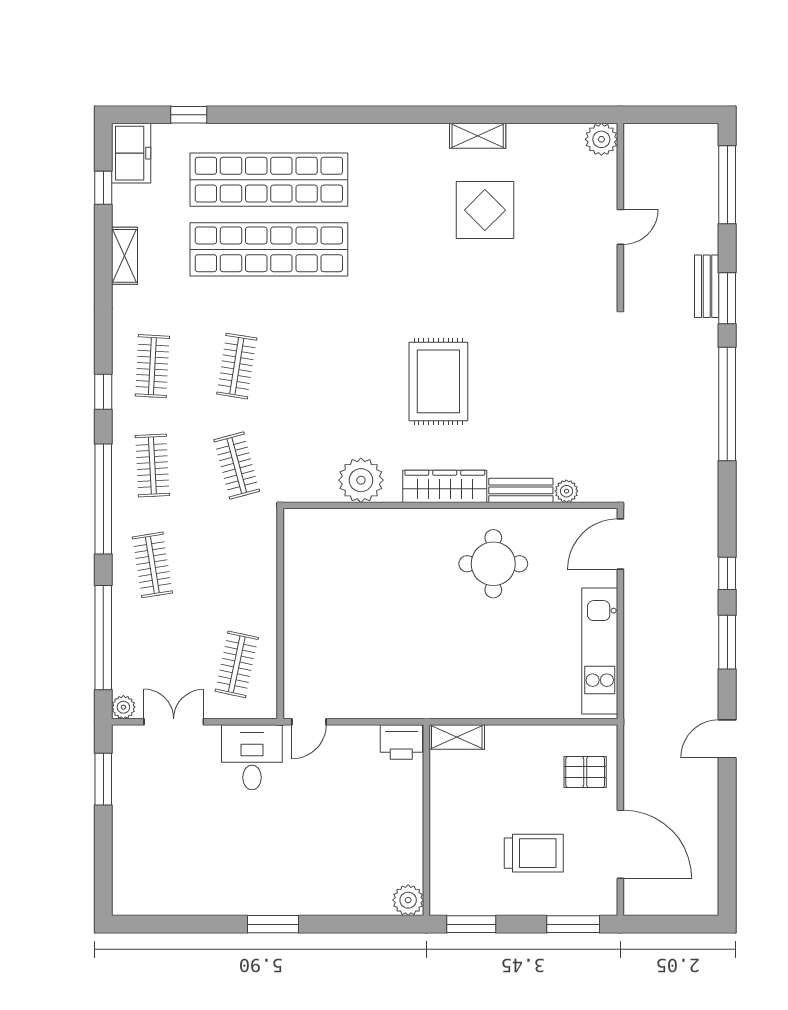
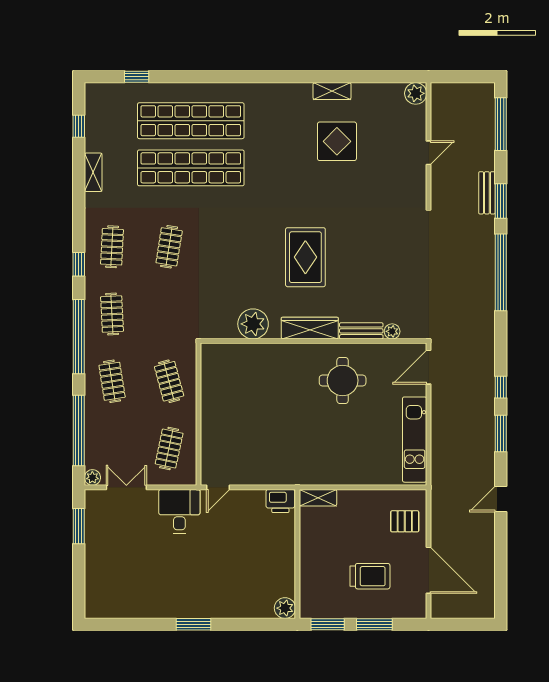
freezer: (131, 153) -> (98, 103), removed
clothes rail: (237, 466) -> (169, 381), moved
window: (573, 924) -> (374, 624), moved

